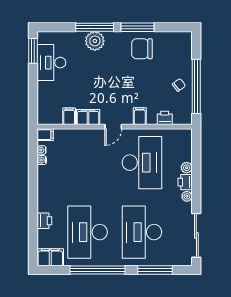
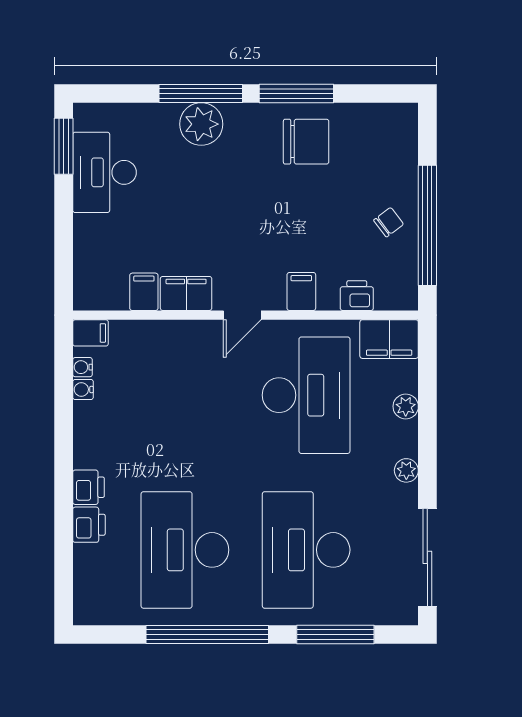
chair: (142, 49) -> (306, 142), turned 180
printer: (185, 182) -> (89, 487), moved, turned 180
filing cabinet: (50, 257) -> (389, 339), moved, turned 180

